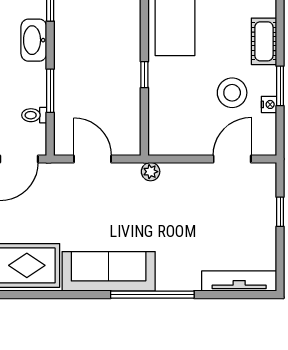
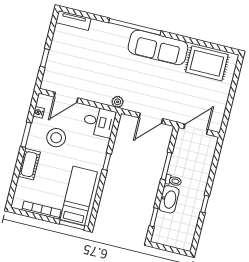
nightstand: (269, 104) -> (39, 112), moved
toilet: (34, 115) -> (173, 181), moved
desk: (171, 134) -> (99, 122), added
door: (93, 159) -> (151, 118), hinge flipped
tv unit: (239, 281) -> (73, 20), width x0.71

